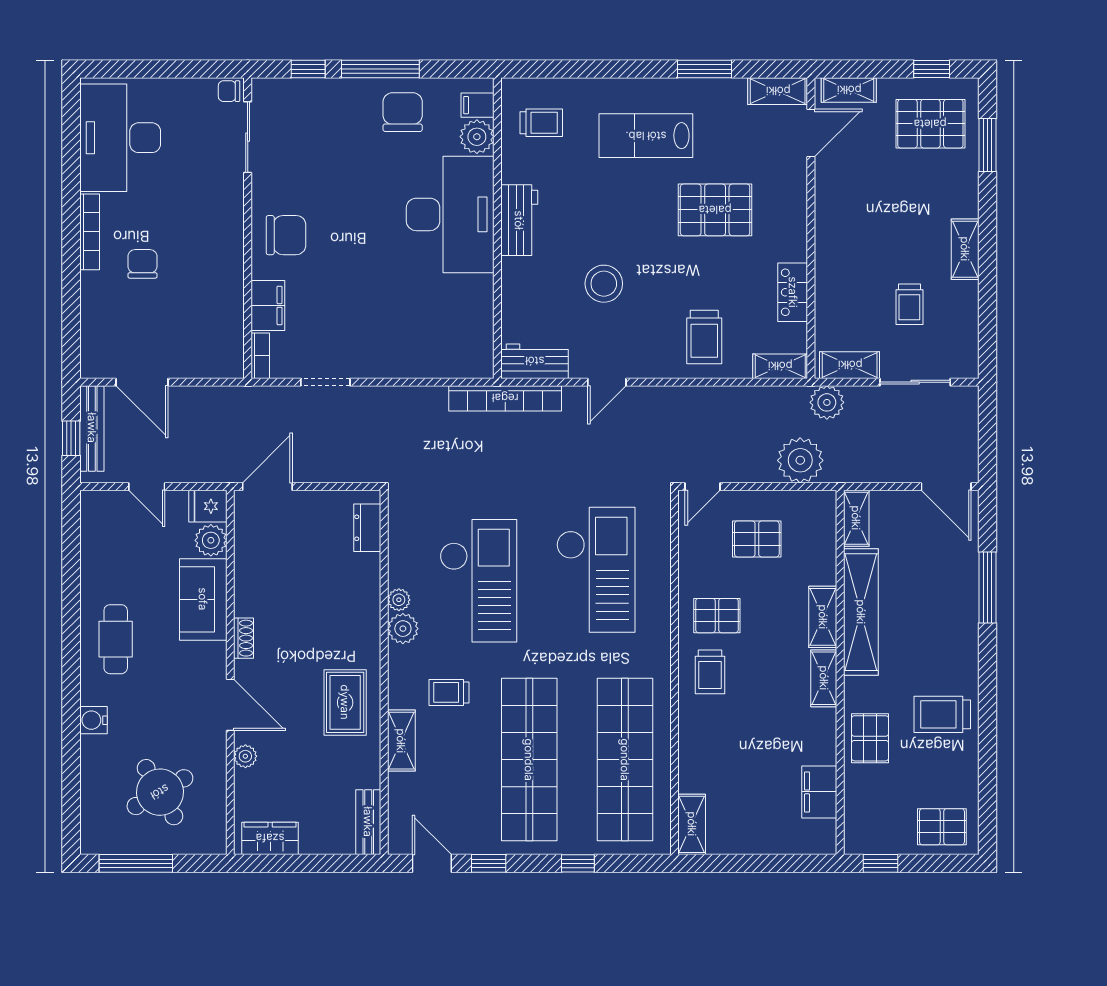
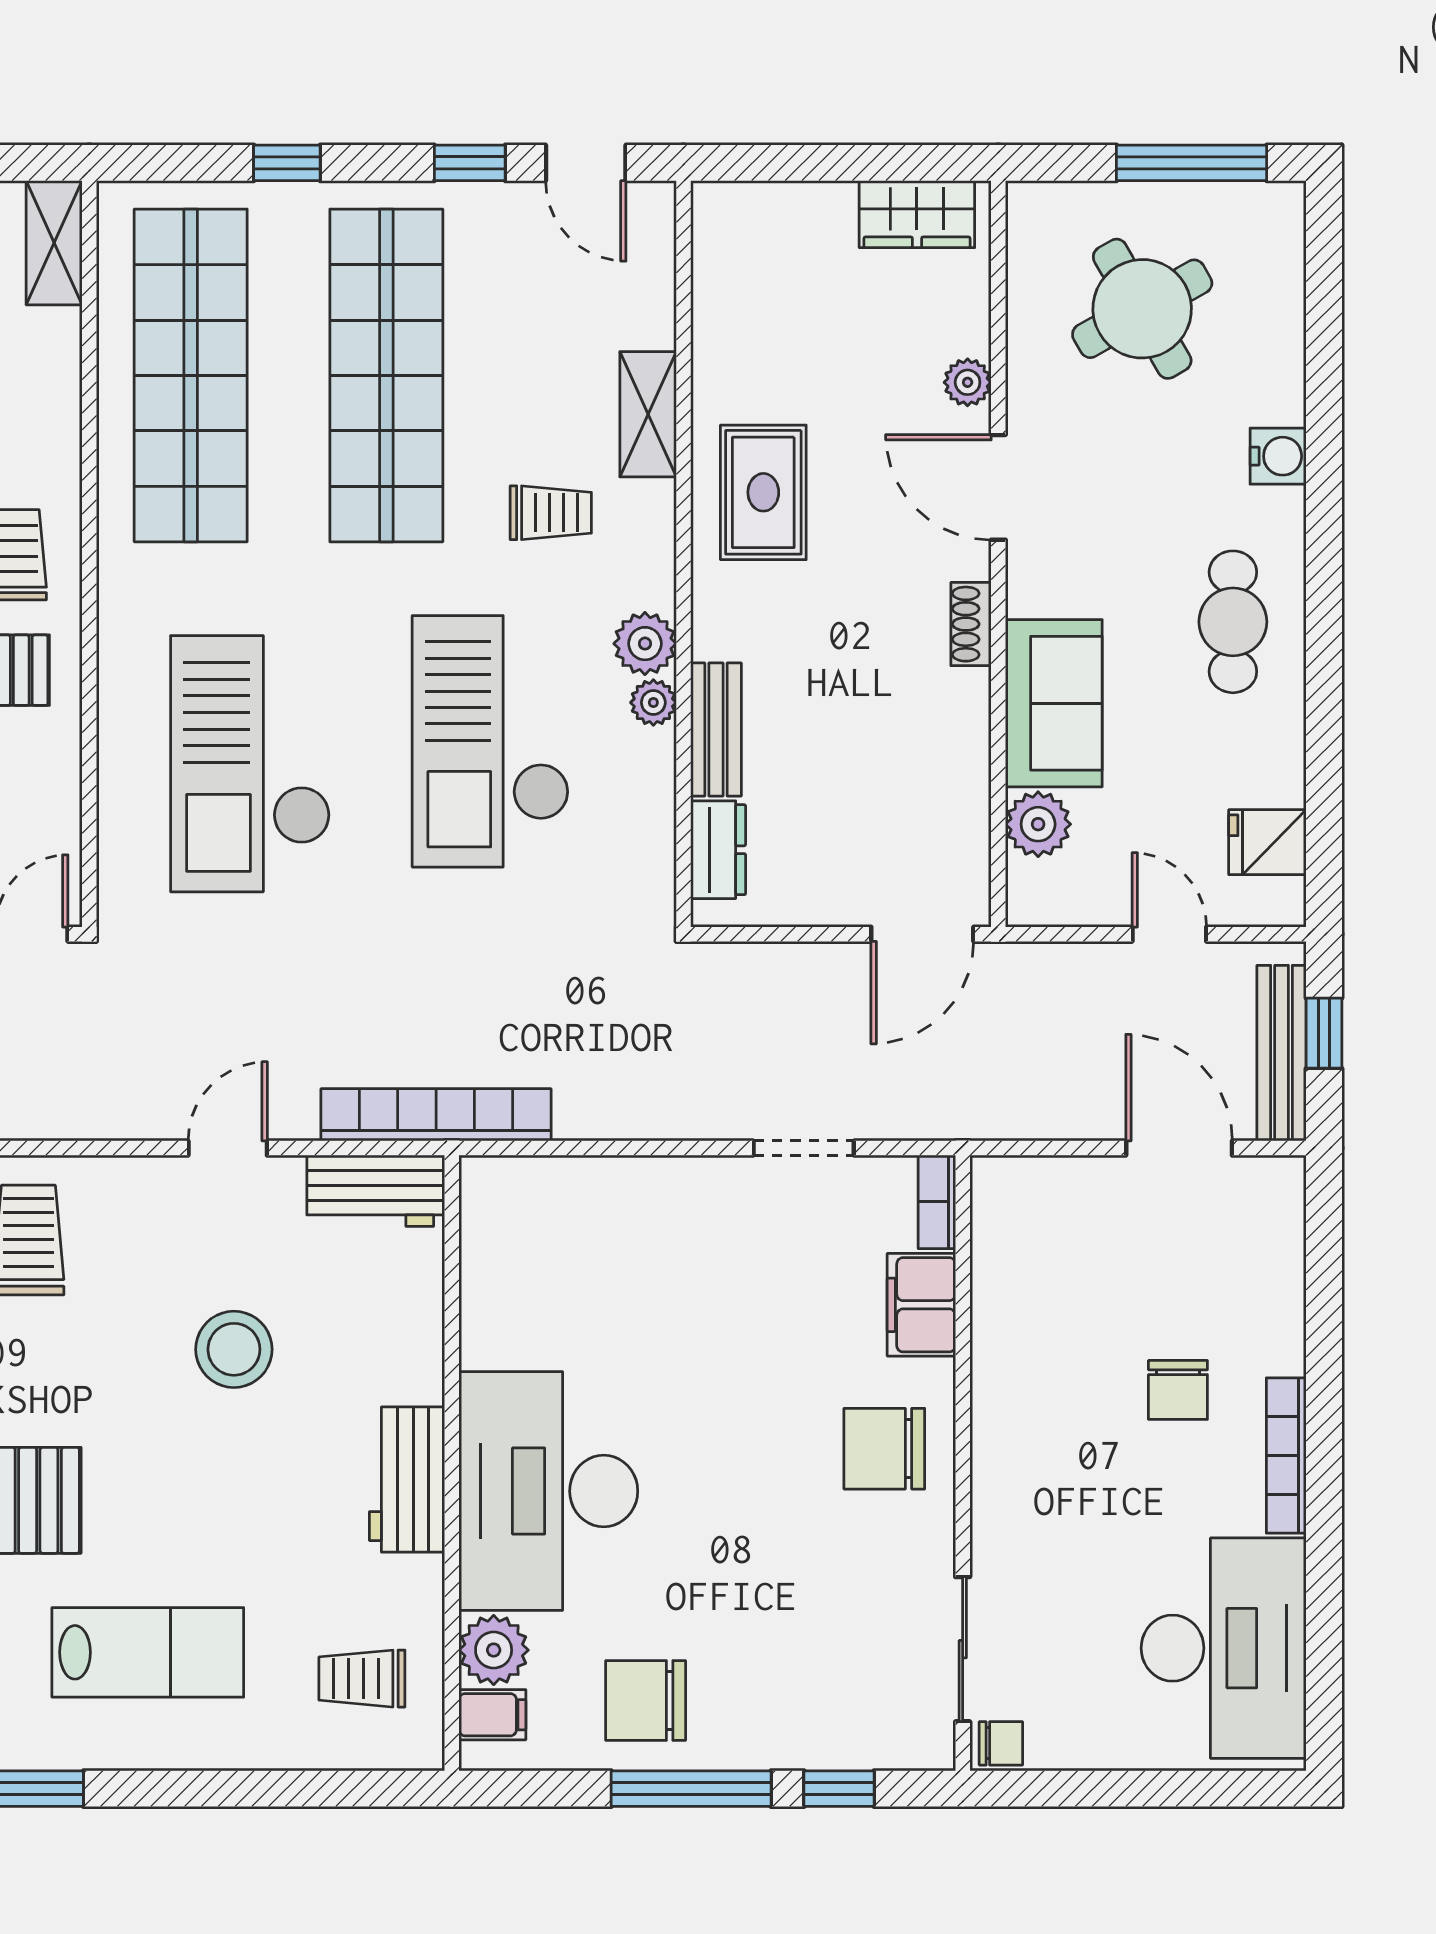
chair: (403, 112) -> (646, 1700), turned 90
fridge: (208, 506) -> (1267, 842), moved, turned 180
bench: (368, 822) -> (716, 729), moved

